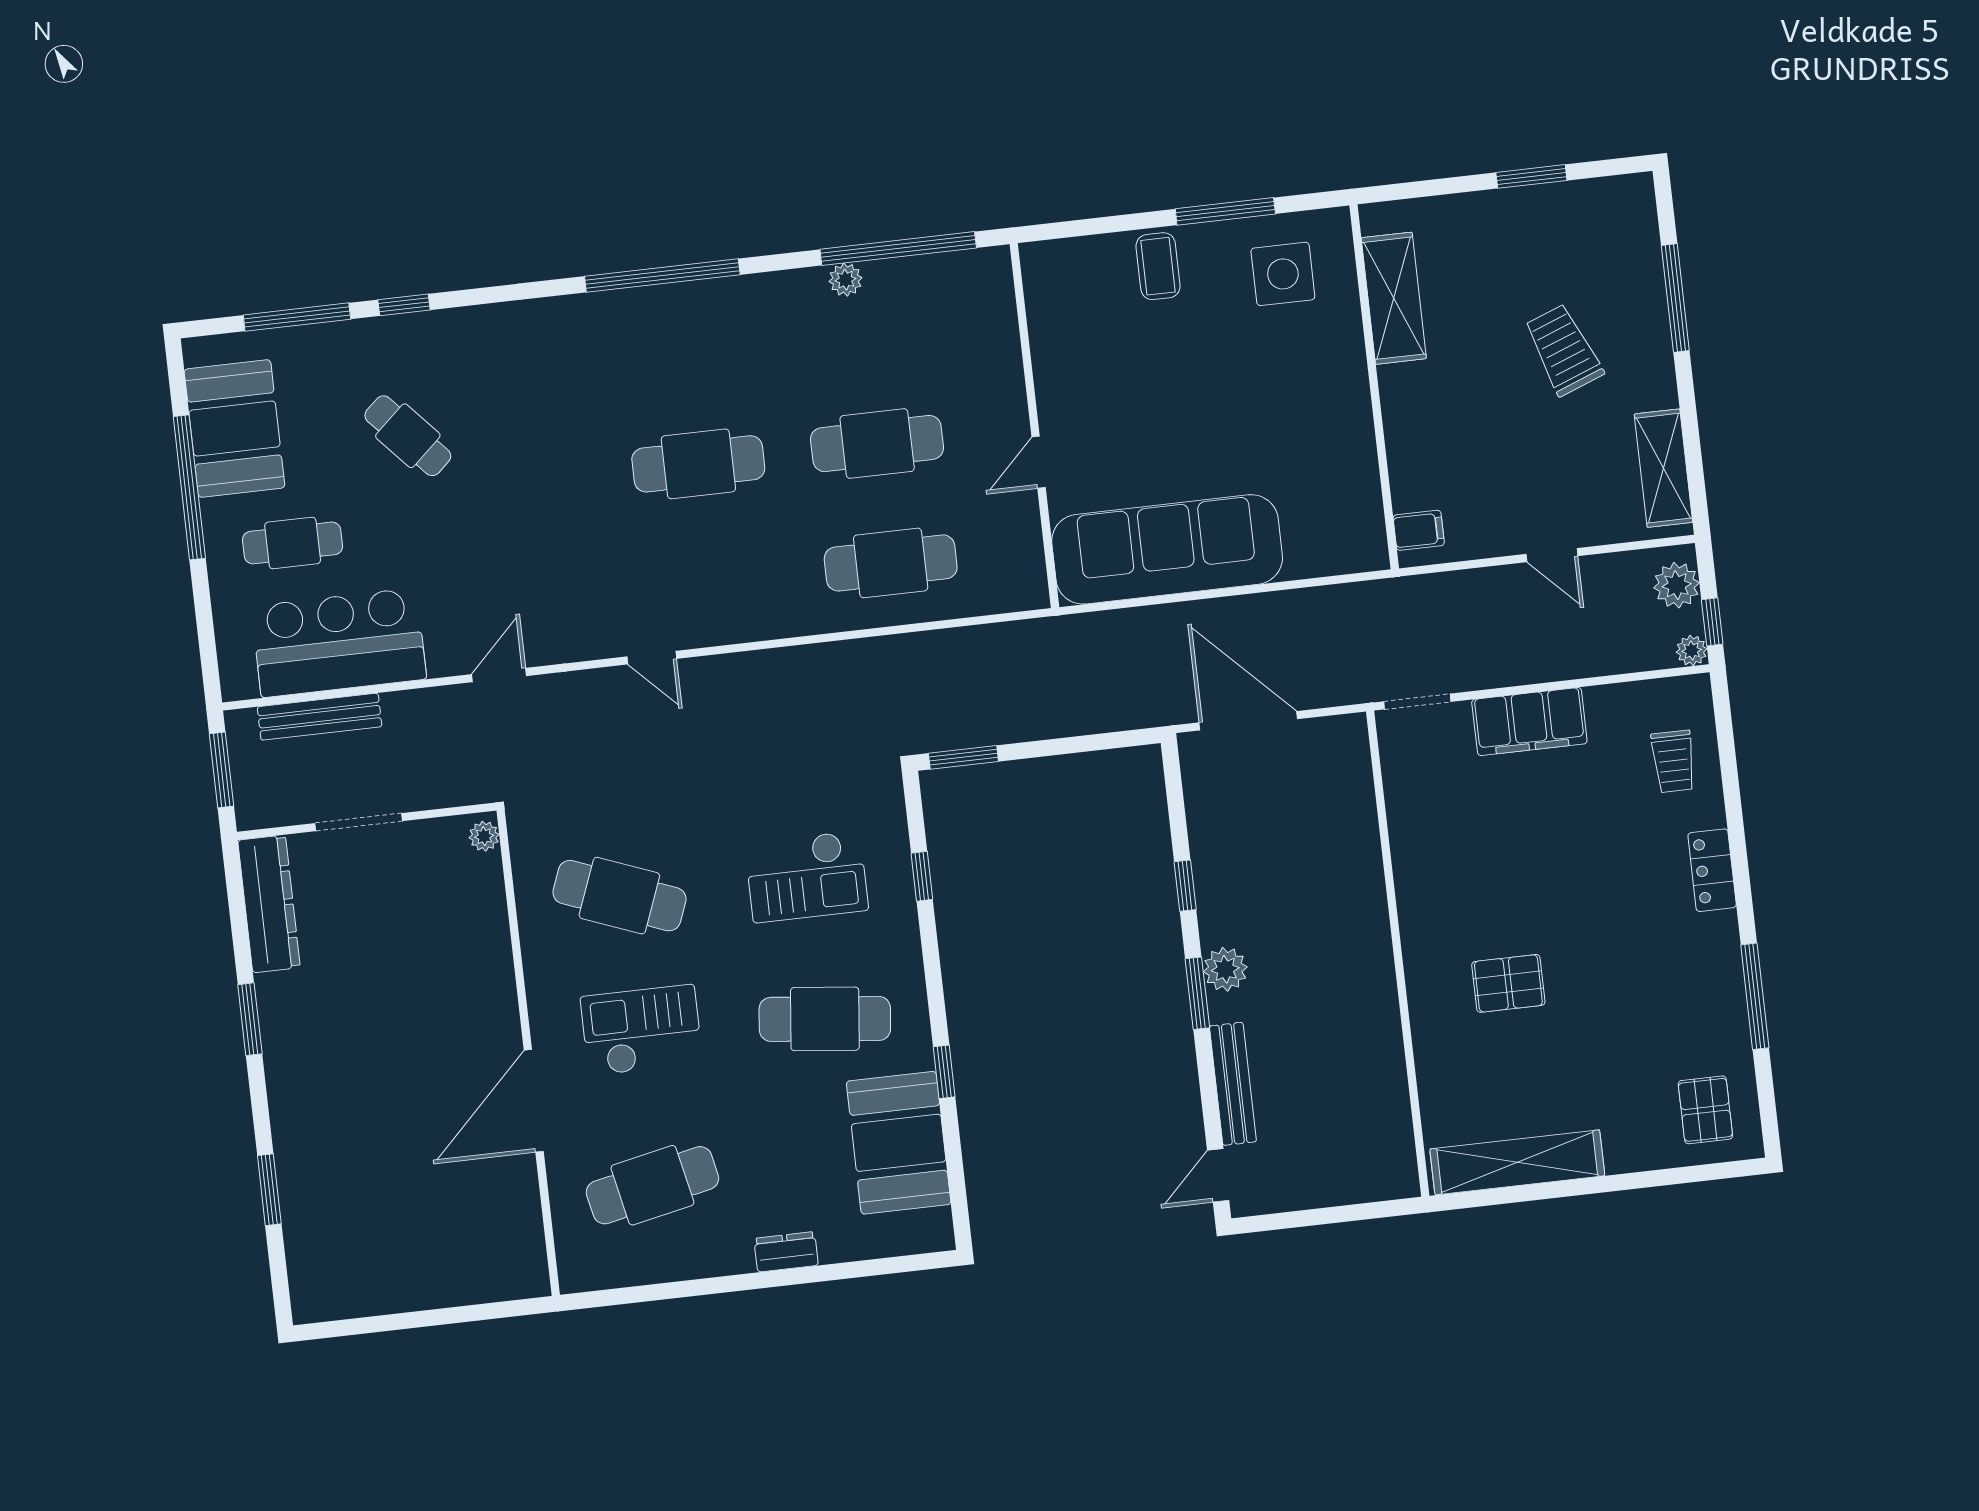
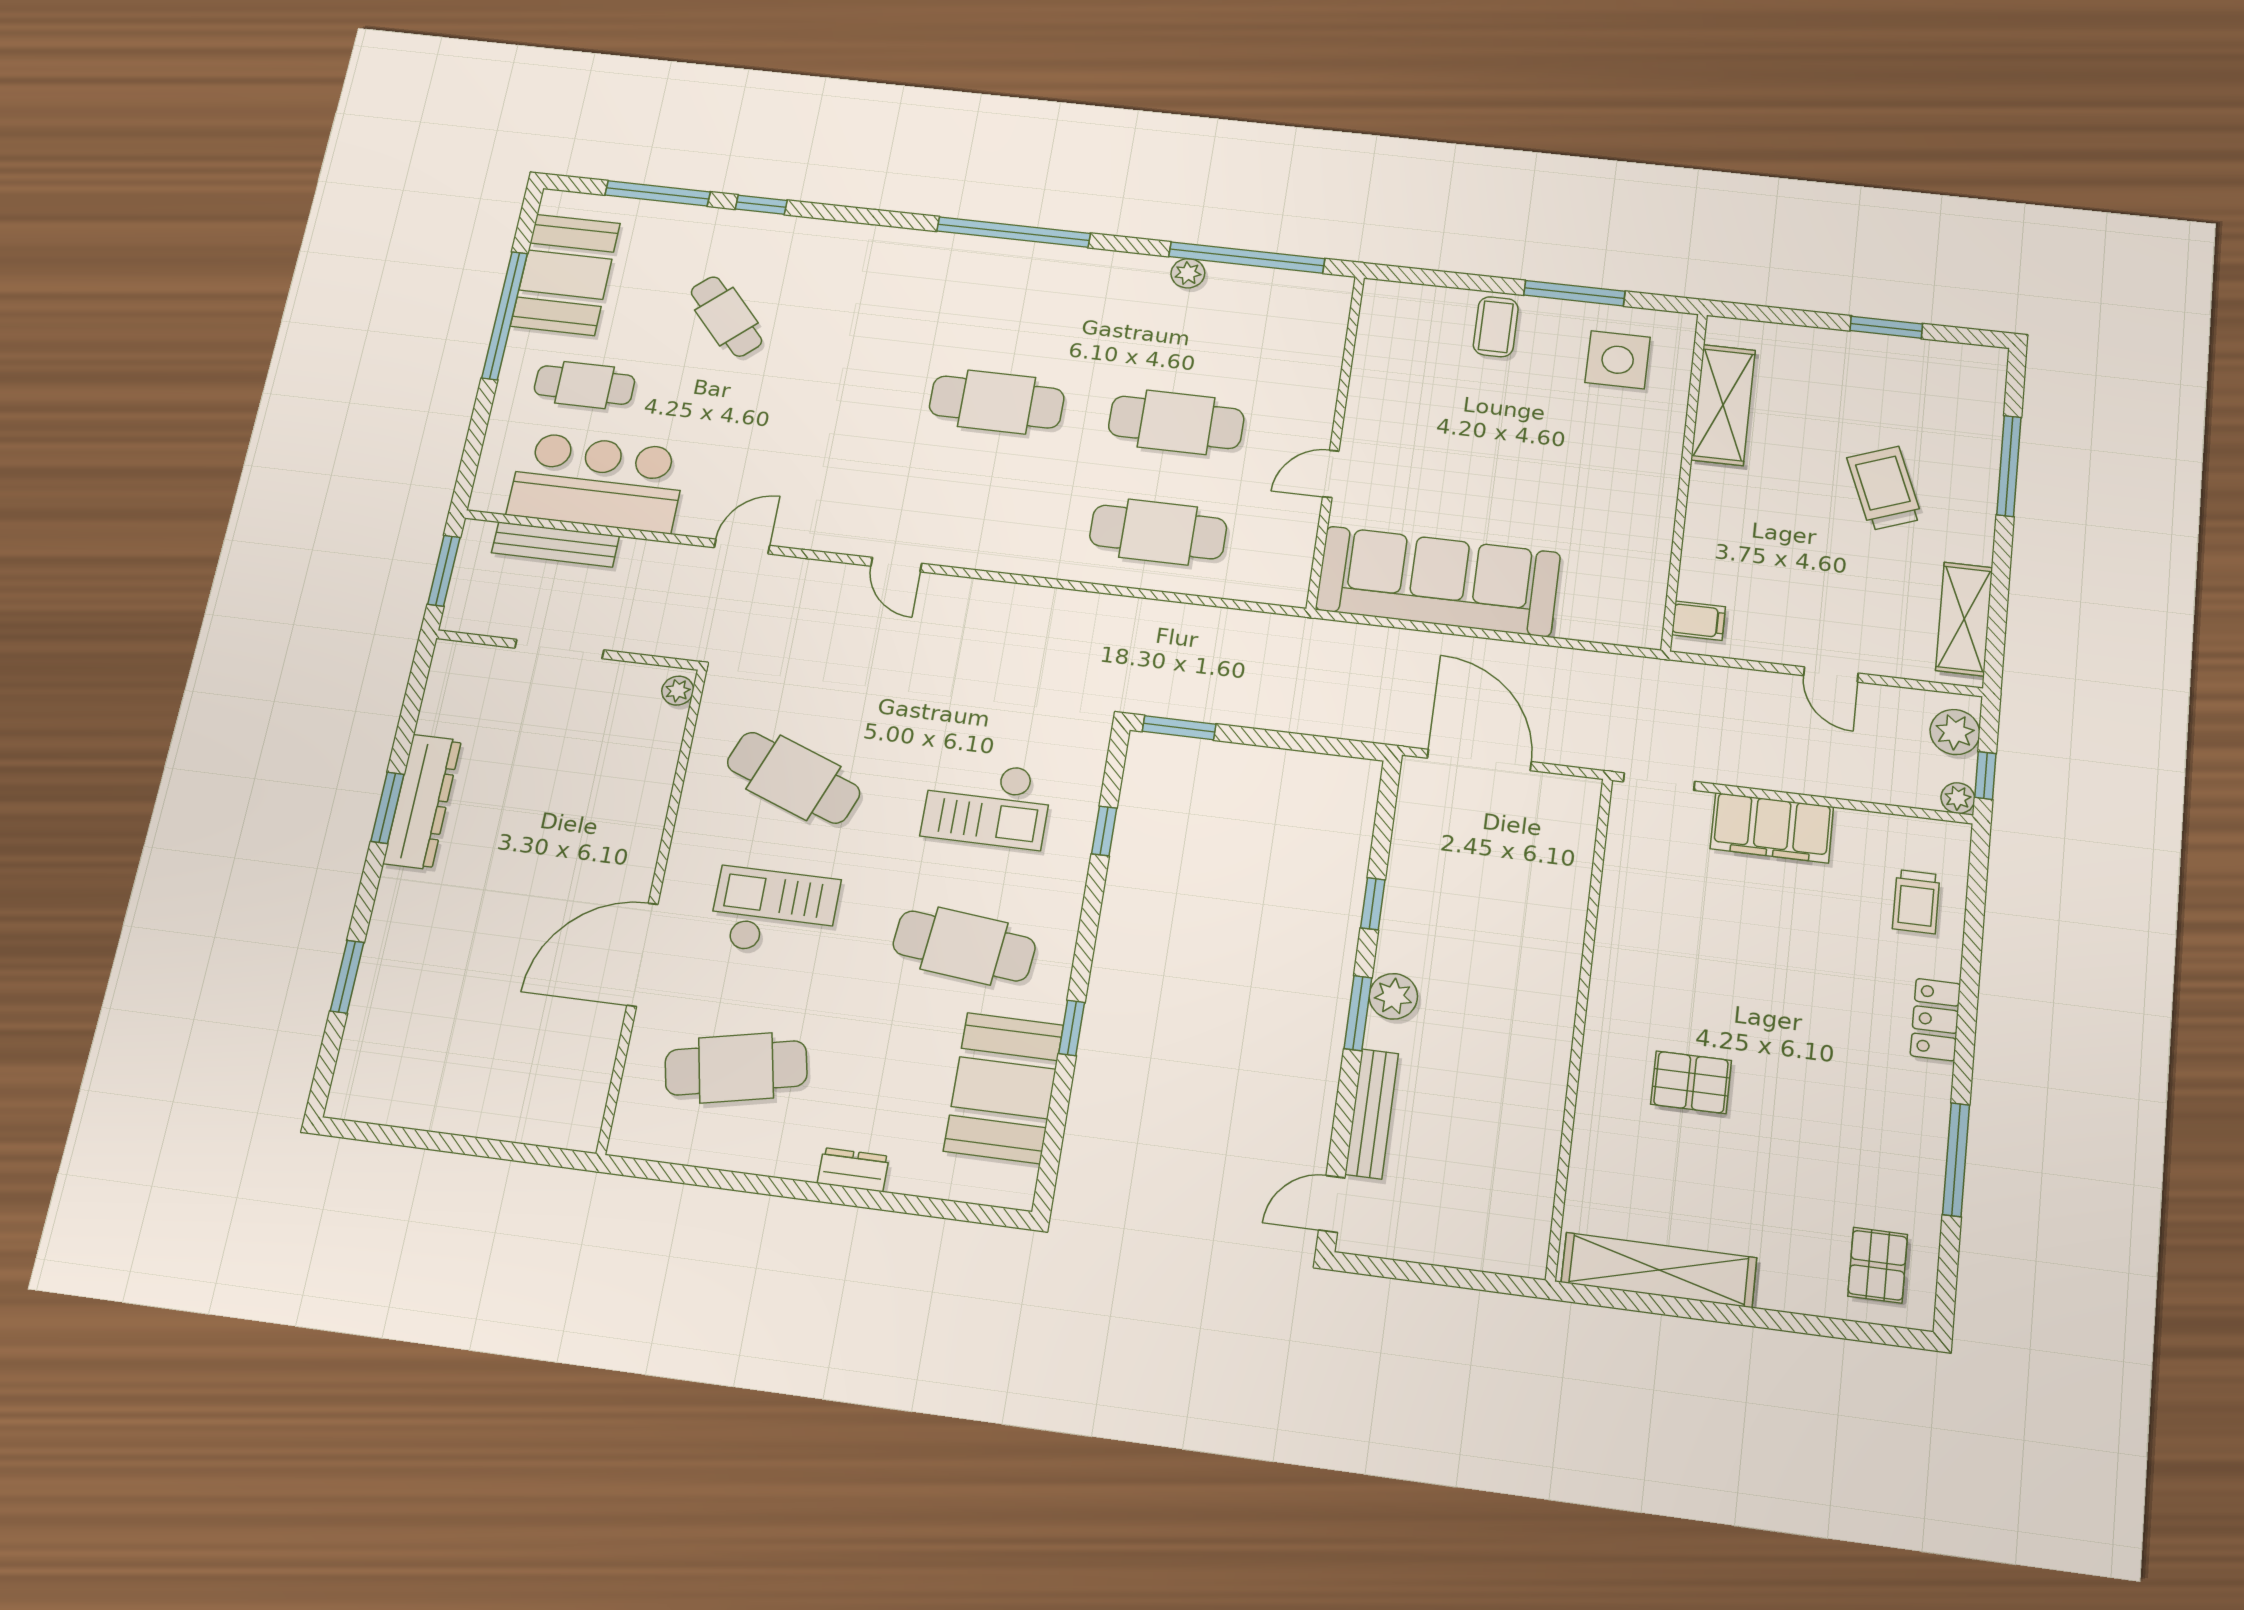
dresser: (269, 904) -> (422, 802), moved

